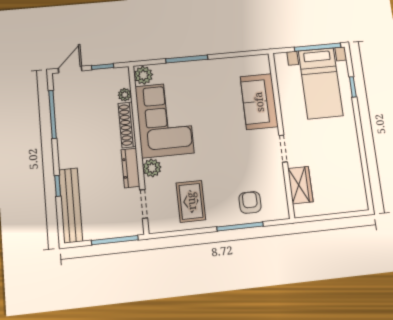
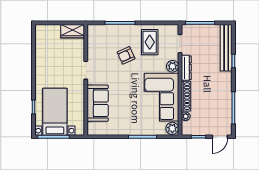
wardrobe: (300, 185) -> (73, 31), moved, turned -90
armchair: (250, 202) -> (126, 55), moved, turned 66

